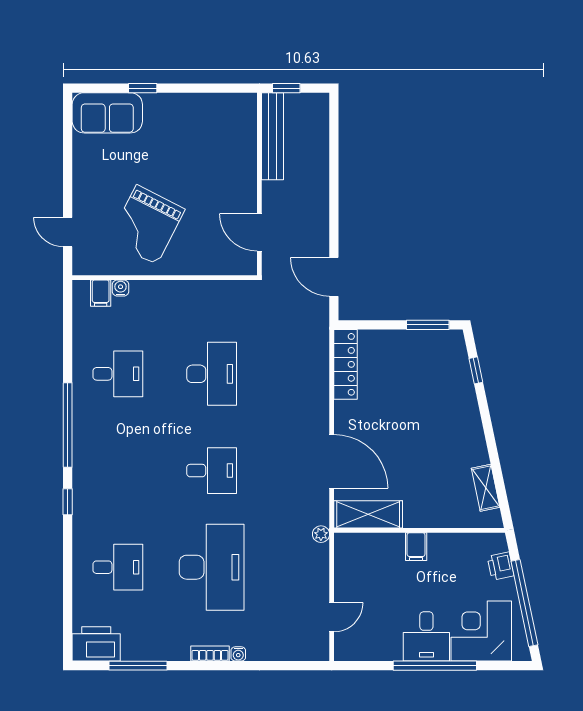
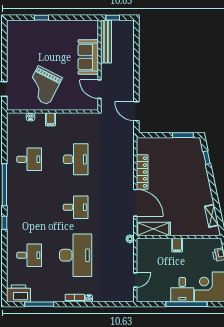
sofa: (107, 113) -> (88, 57), moved, turned 90
filing cabinet: (101, 293) -> (50, 119), moved
locker: (345, 364) -> (142, 172), moved

